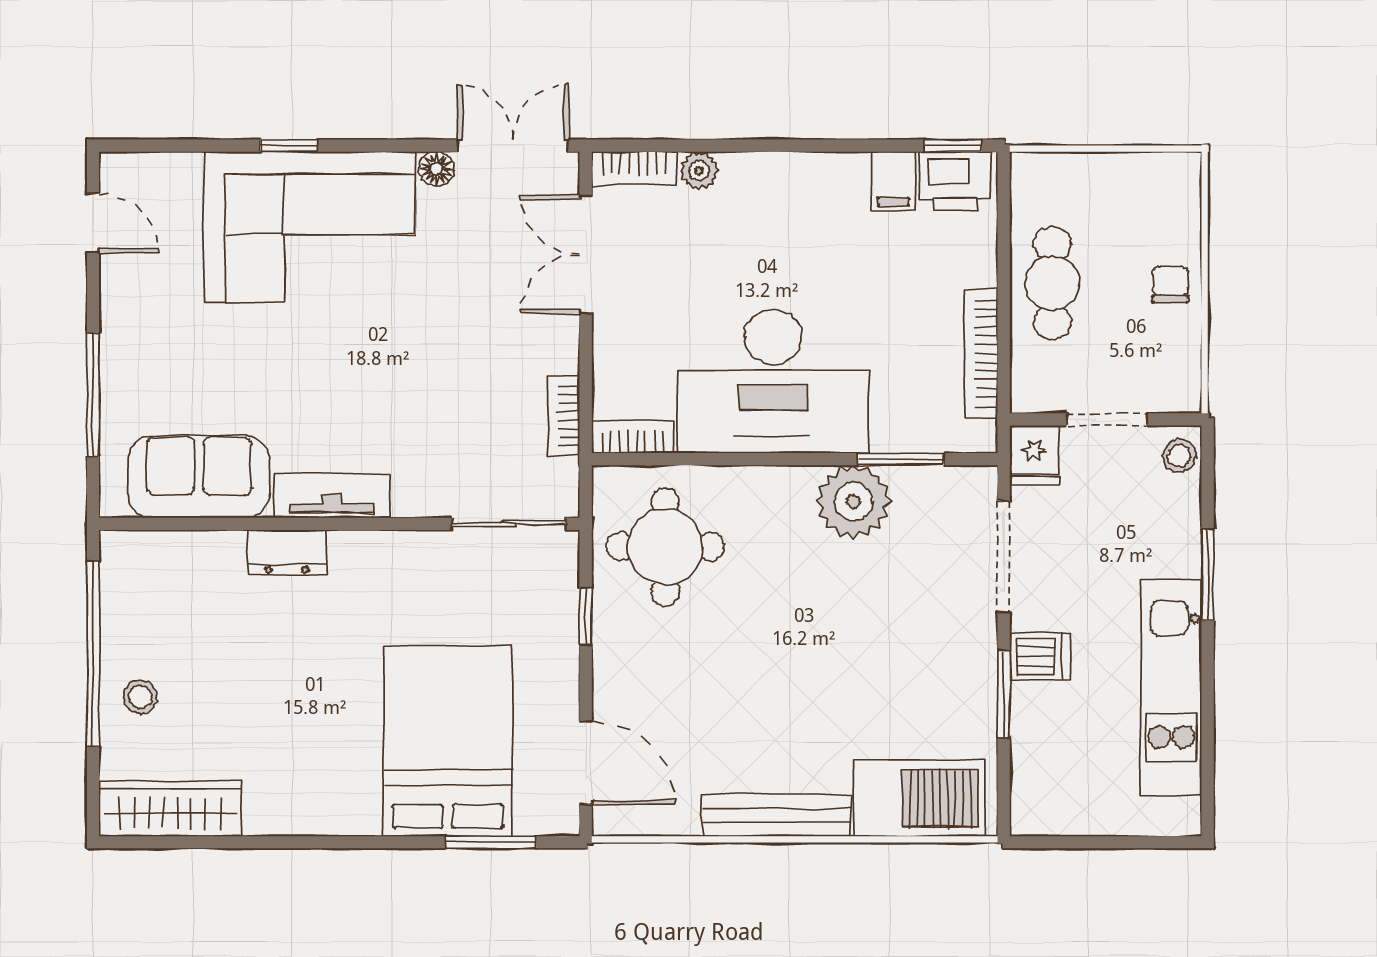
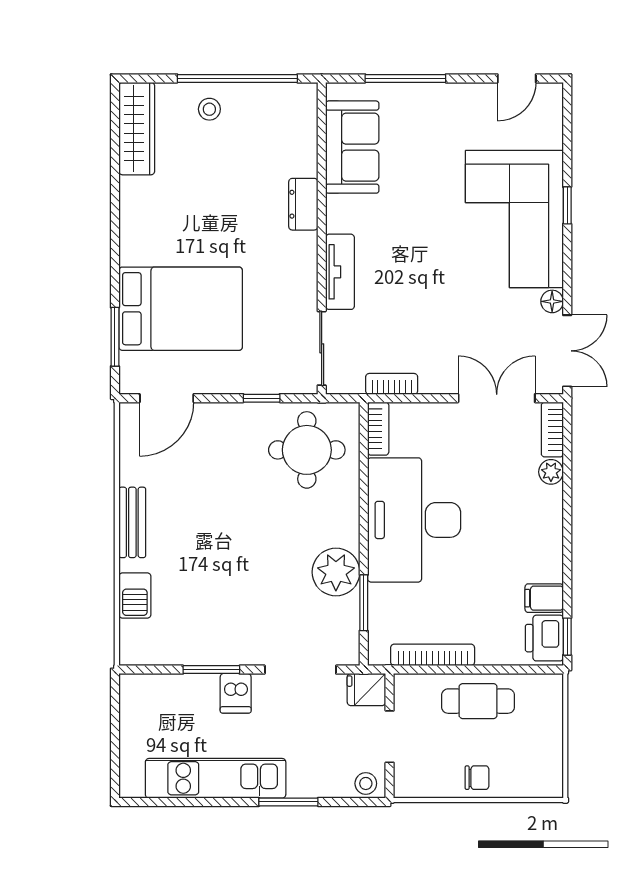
tv unit: (332, 496) -> (340, 272), moved
barbecue: (920, 799) -> (135, 596), width x0.53, depth x0.65
bench: (777, 816) -> (132, 522), width x0.73

